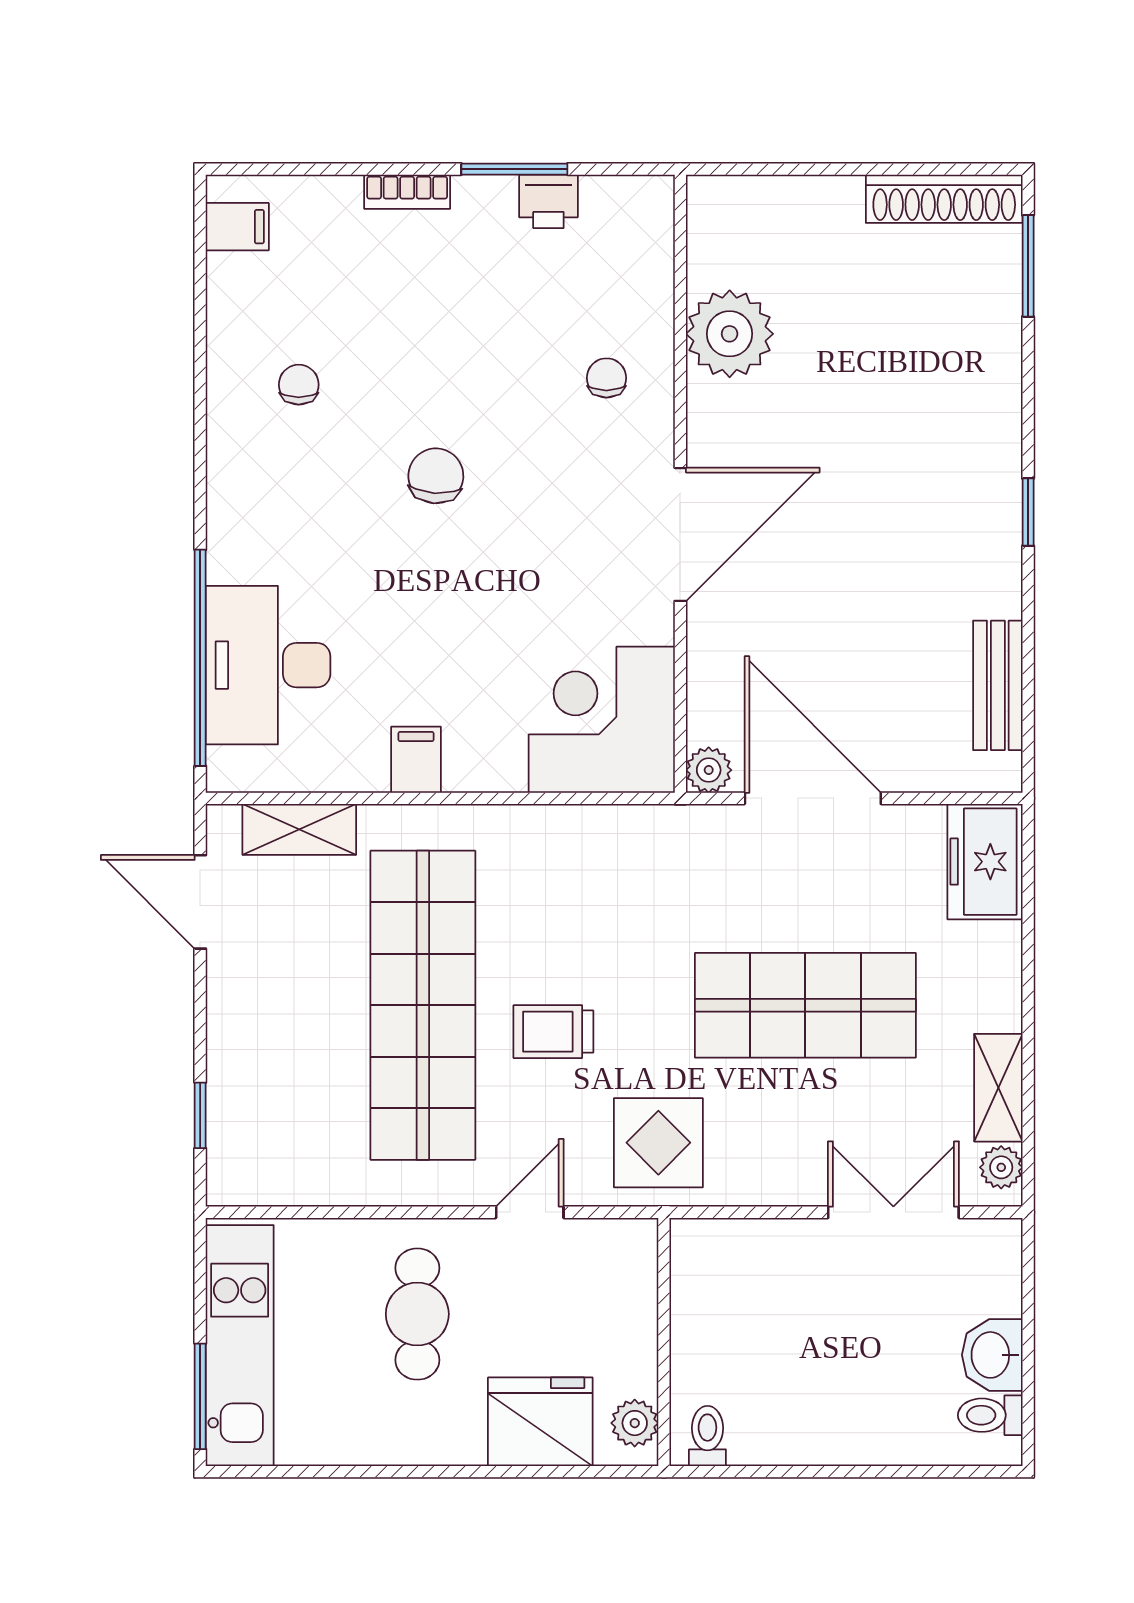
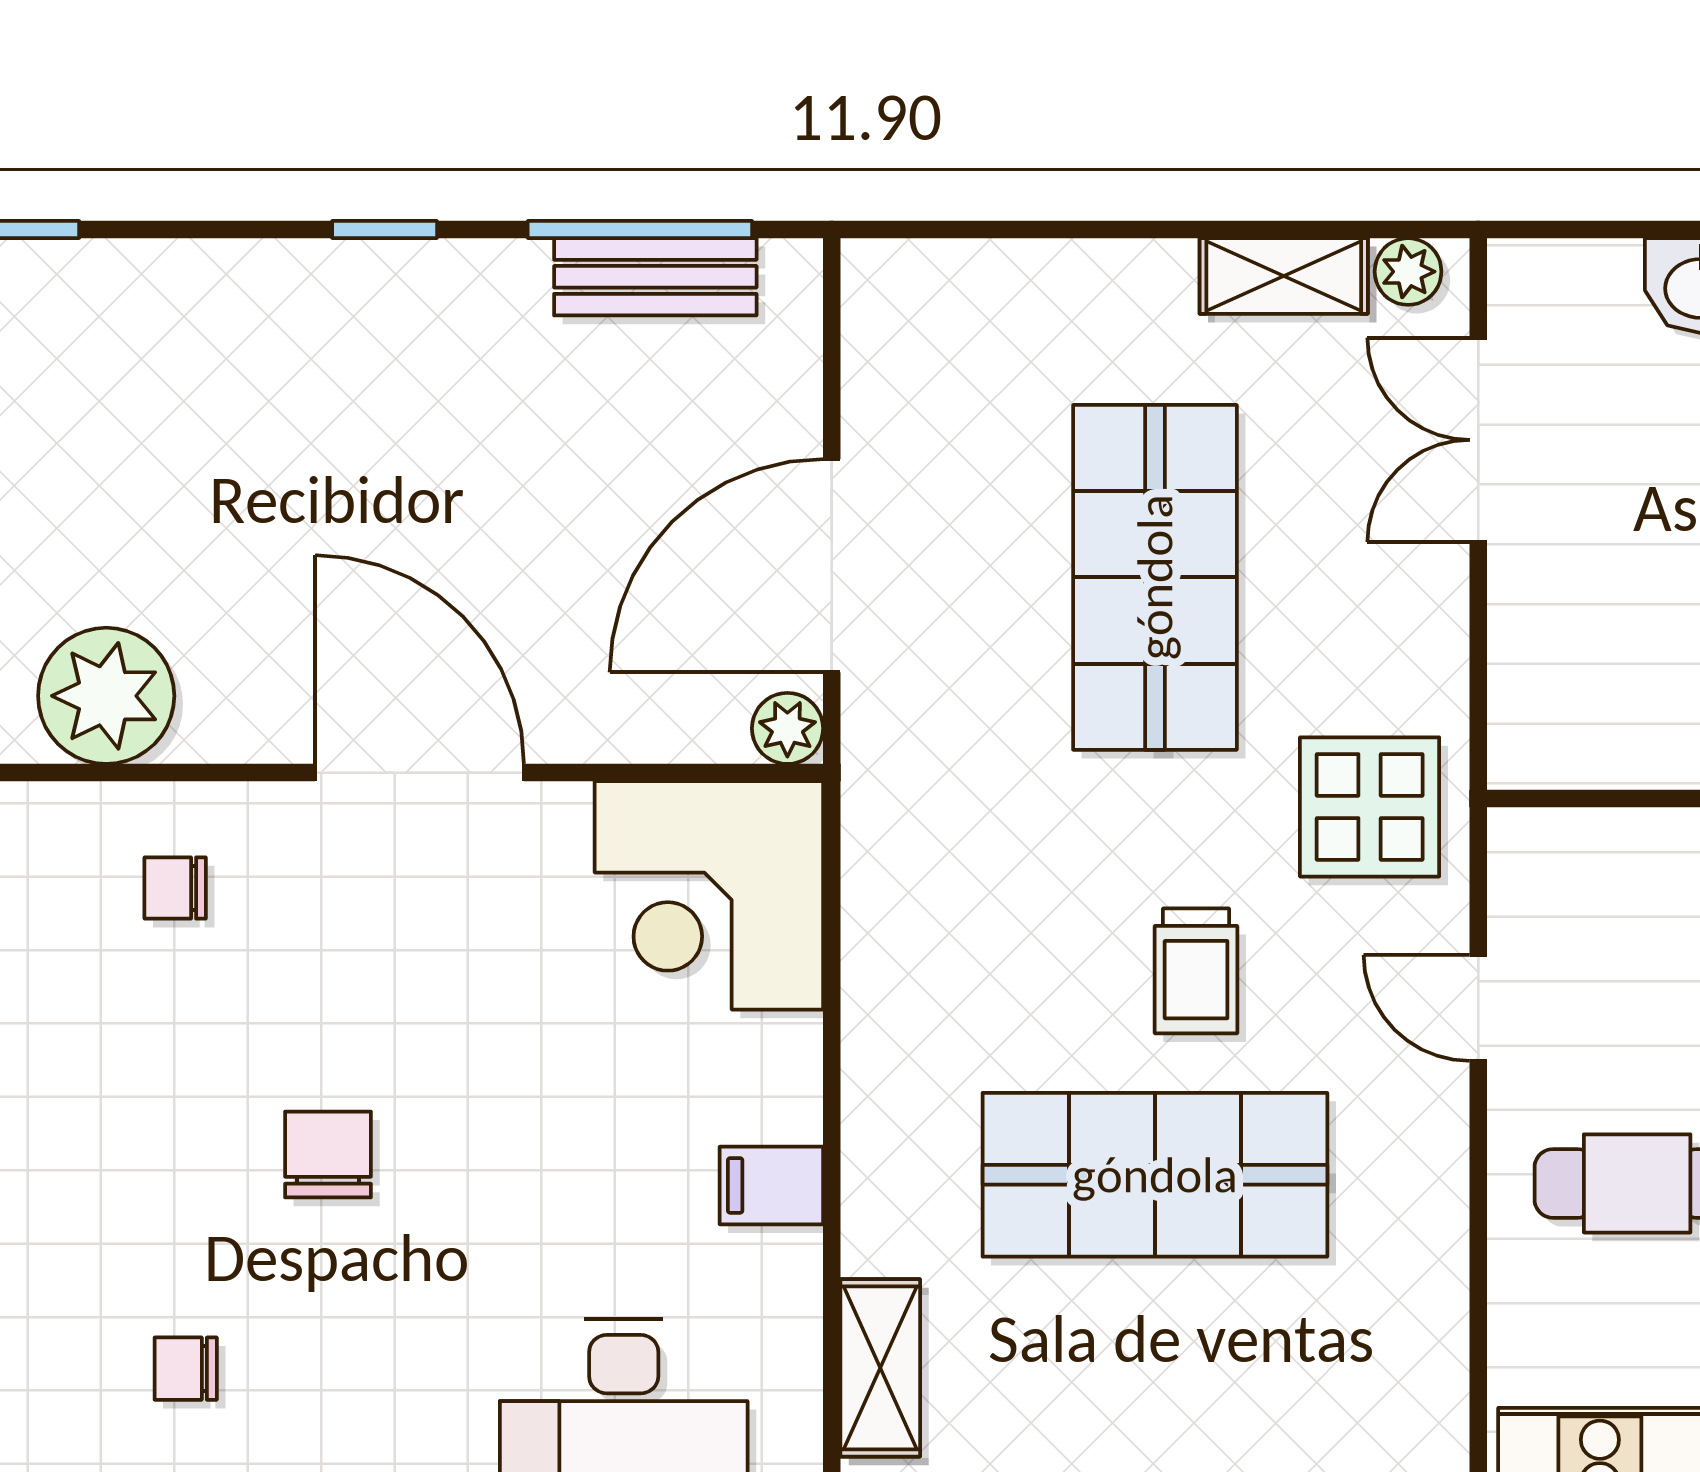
chair: (436, 476) -> (328, 1155), turned 86
window: (1028, 676) -> (640, 230), added
freezer: (985, 862) -> (931, 297), removed
shop shelf: (423, 1005) -> (1155, 1175), width x0.71

